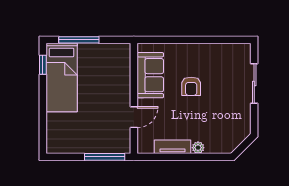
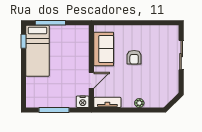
nightstand: (122, 146) -> (83, 102), added
tv unit: (173, 147) -> (107, 102), moved
window: (105, 157) -> (54, 110), moved

